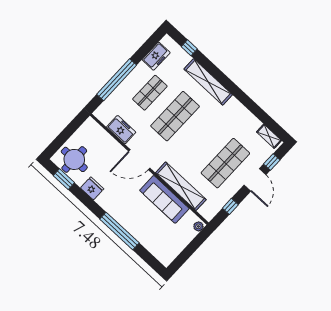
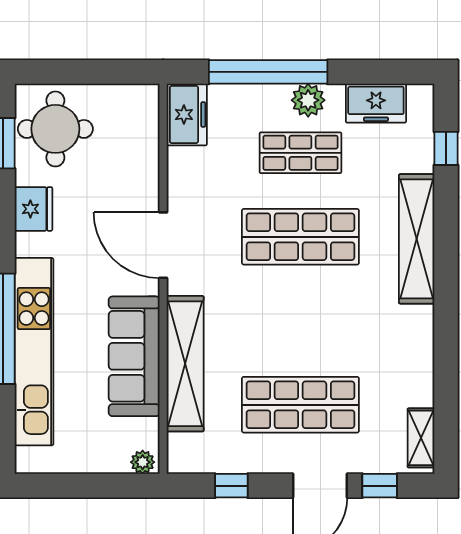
plant: (136, 76) -> (308, 100), added
freezer: (121, 130) -> (187, 114), moved
kitchen unit: (135, 228) -> (34, 352), added

